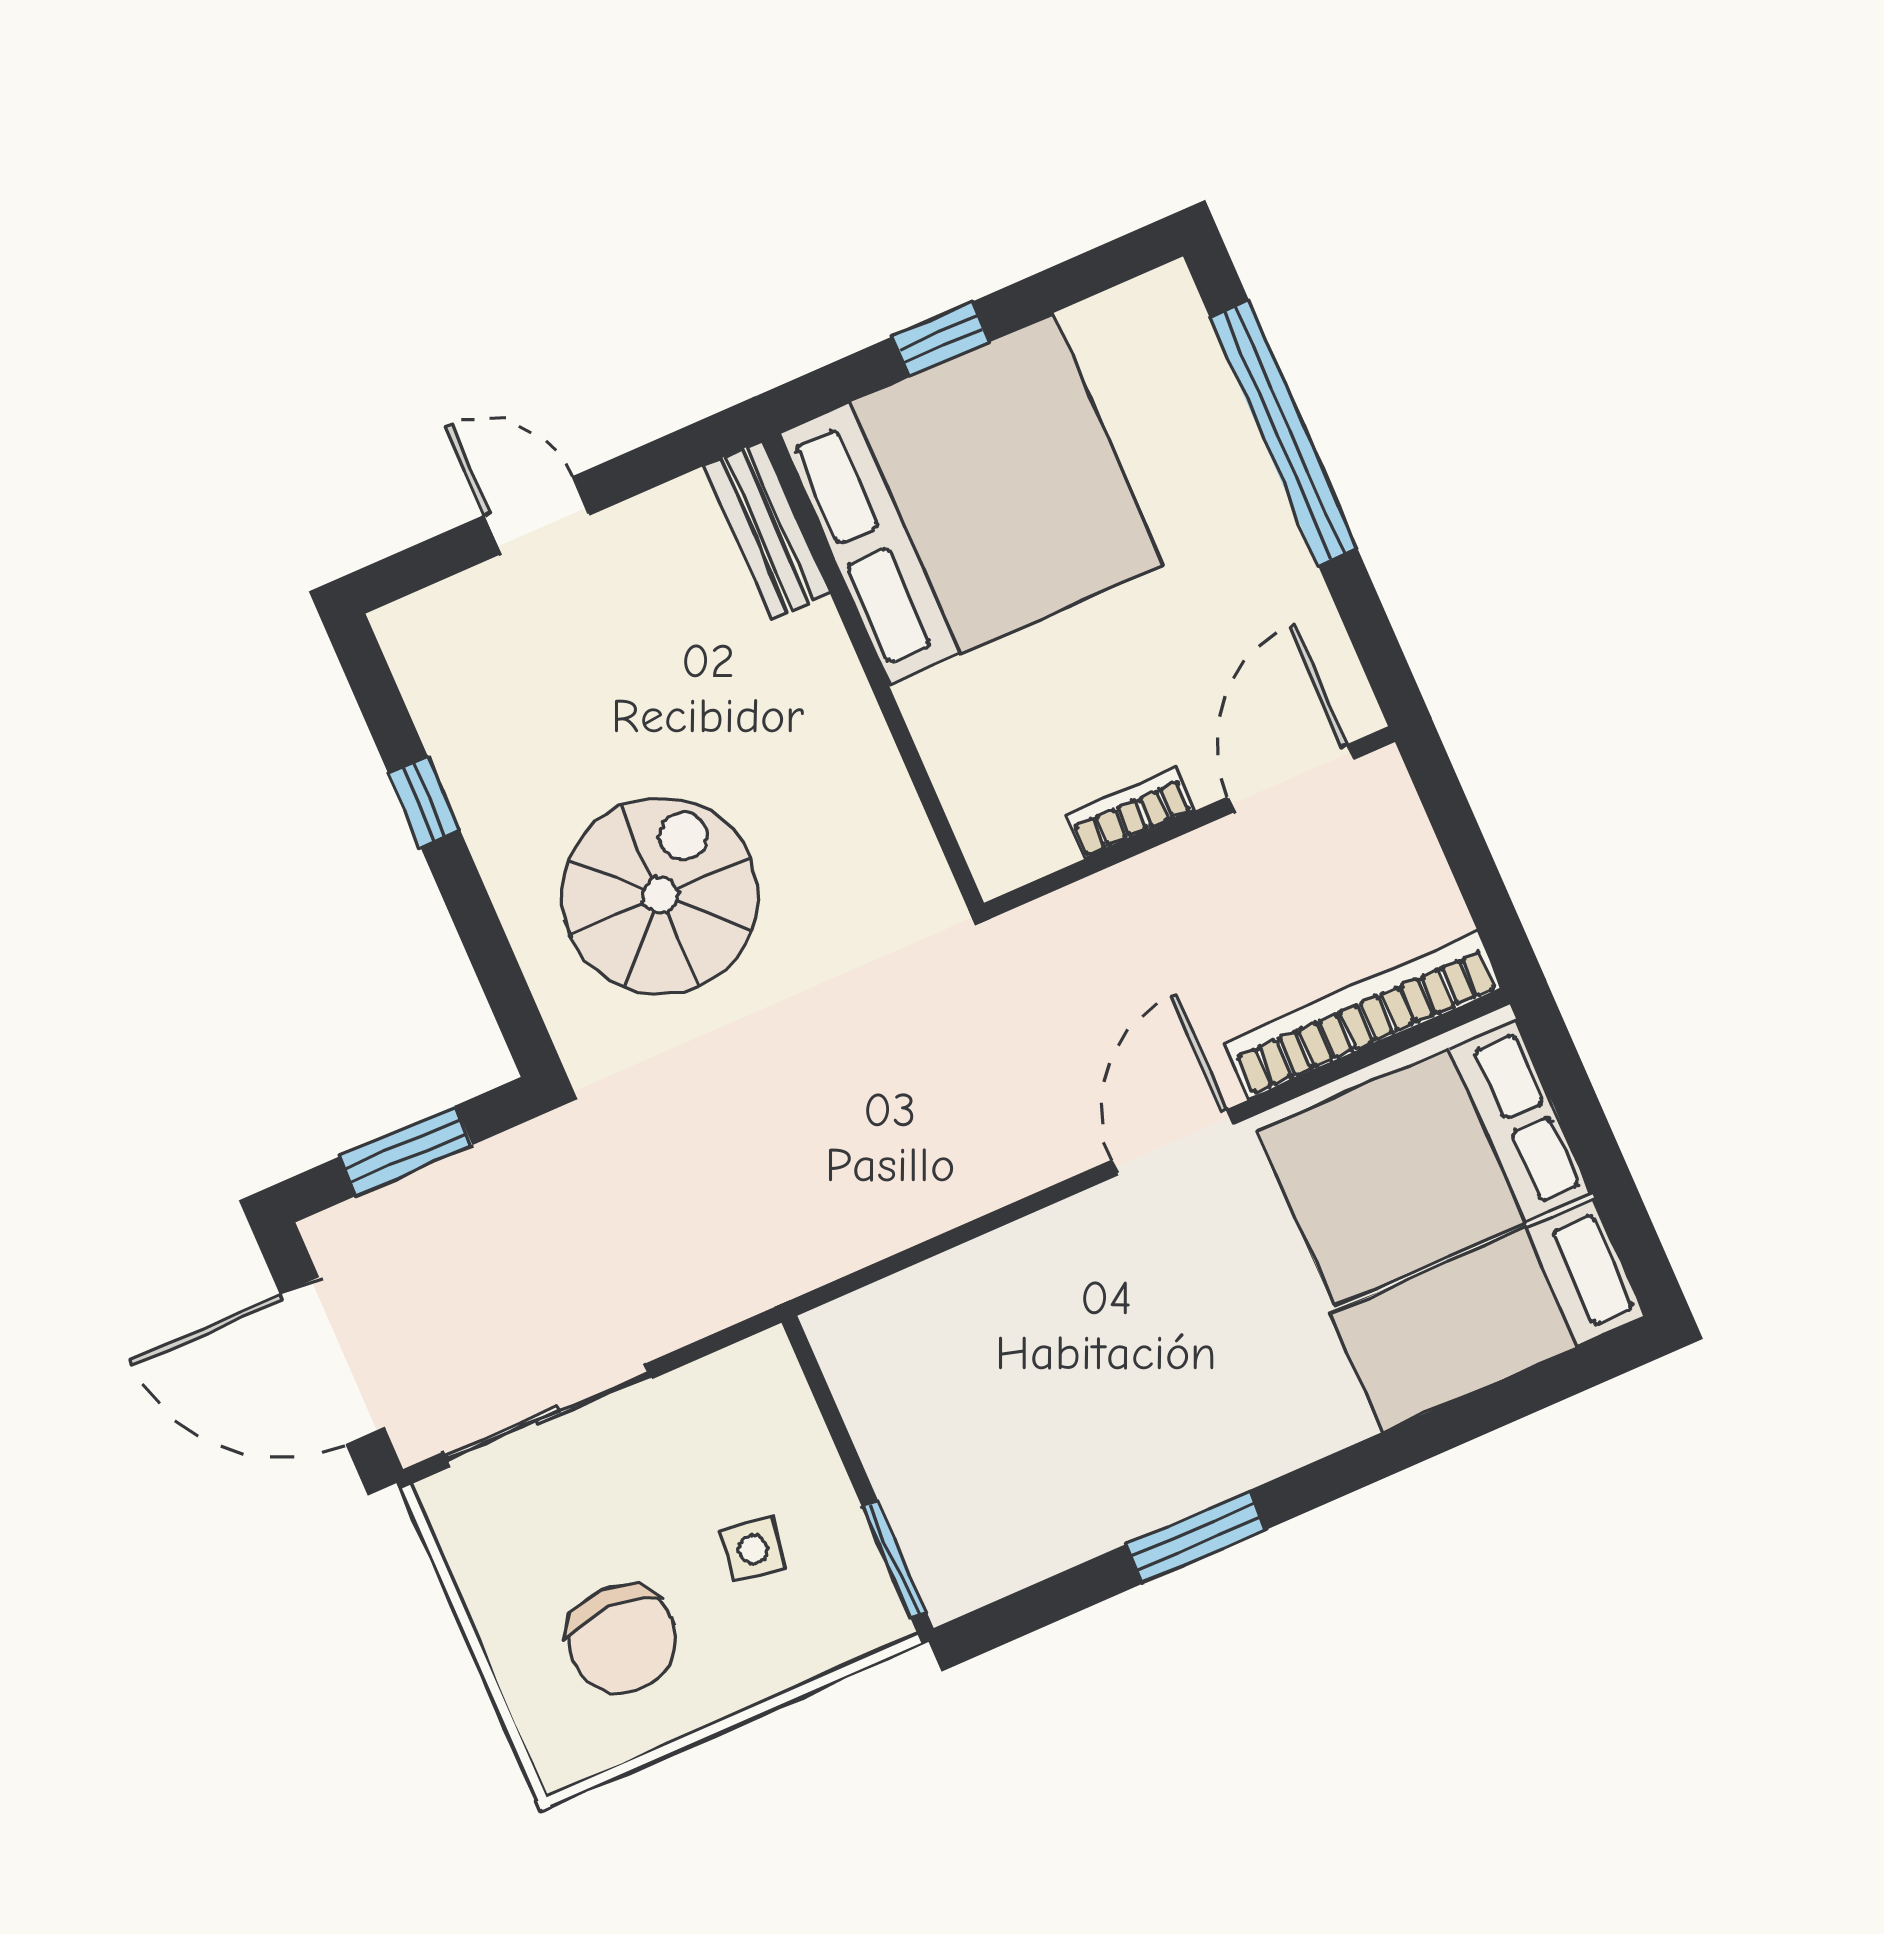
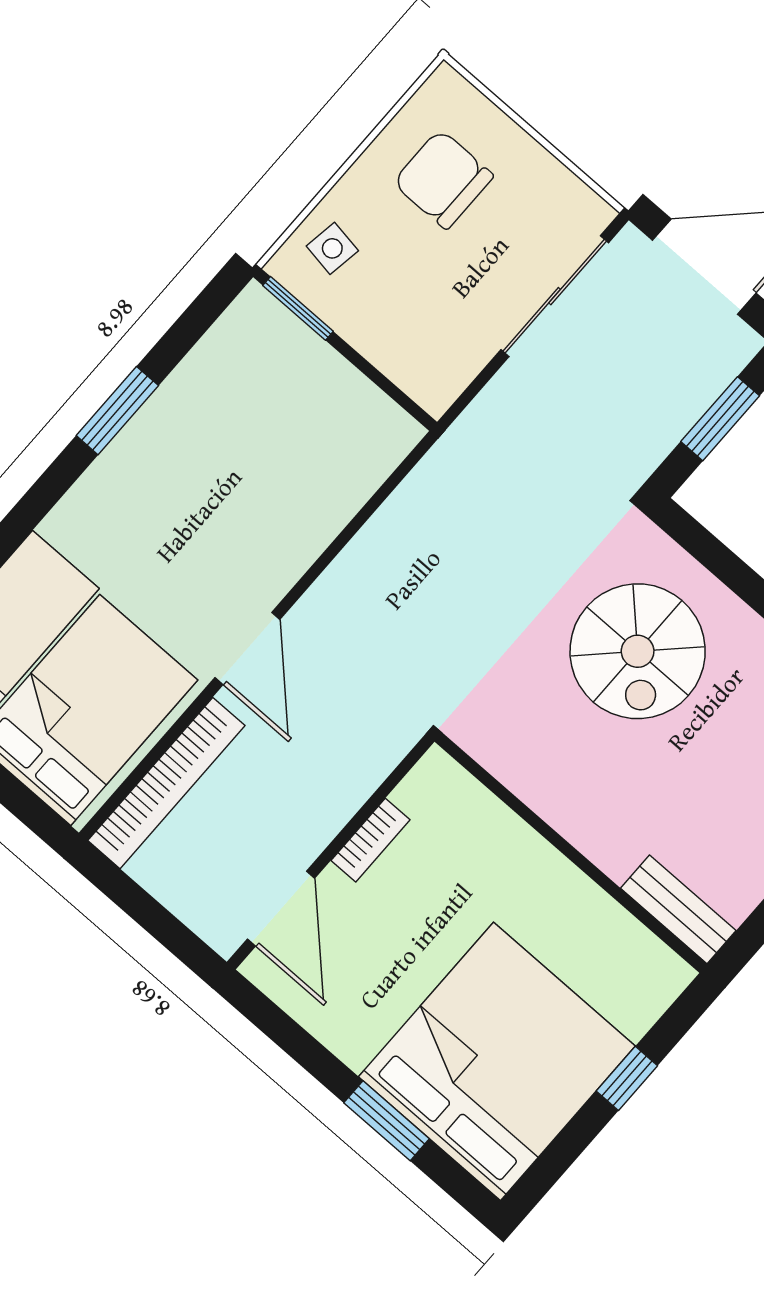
window: (1284, 433) -> (387, 1121), width x0.47
bed: (971, 499) -> (497, 1061), moved, turned 180
side table: (753, 1549) -> (332, 248), moved

